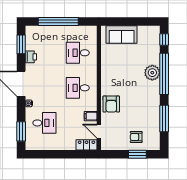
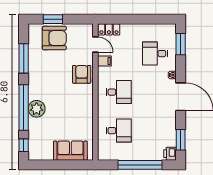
printer: (31, 57) -> (170, 154), moved
armchair: (136, 137) -> (54, 38), width x1.88, depth x1.88

